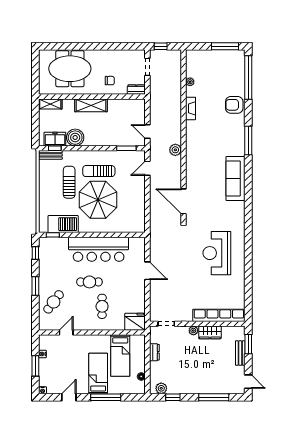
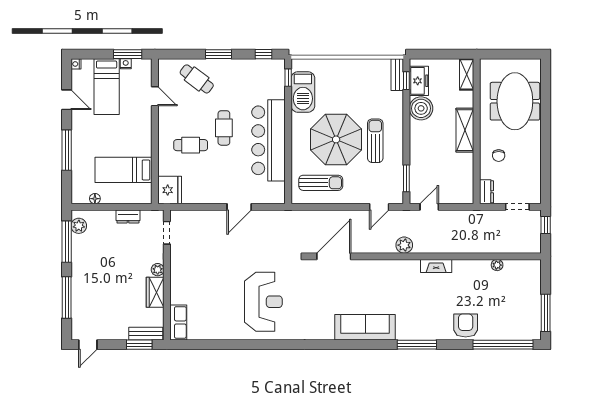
fireplace: (191, 108) -> (436, 266), moved
door: (147, 168) -> (379, 207), swing flipped
sun lounger: (69, 182) -> (321, 183), moved
reception desk: (217, 253) -> (263, 302), turned 90
row of seats: (219, 315) -> (178, 322), width x0.50
bench: (240, 353) -> (146, 334), moved
window: (35, 366) -> (128, 54), moved
bed: (98, 374) -> (107, 87), moved, turned 90
window: (173, 397) -> (67, 242), width x2.17

